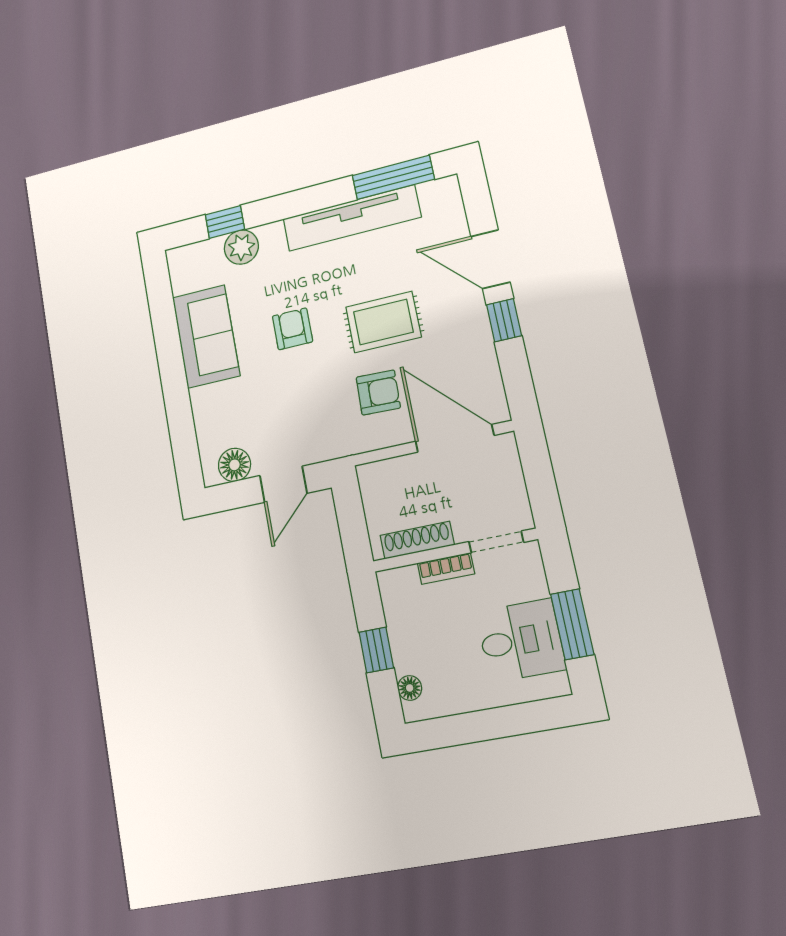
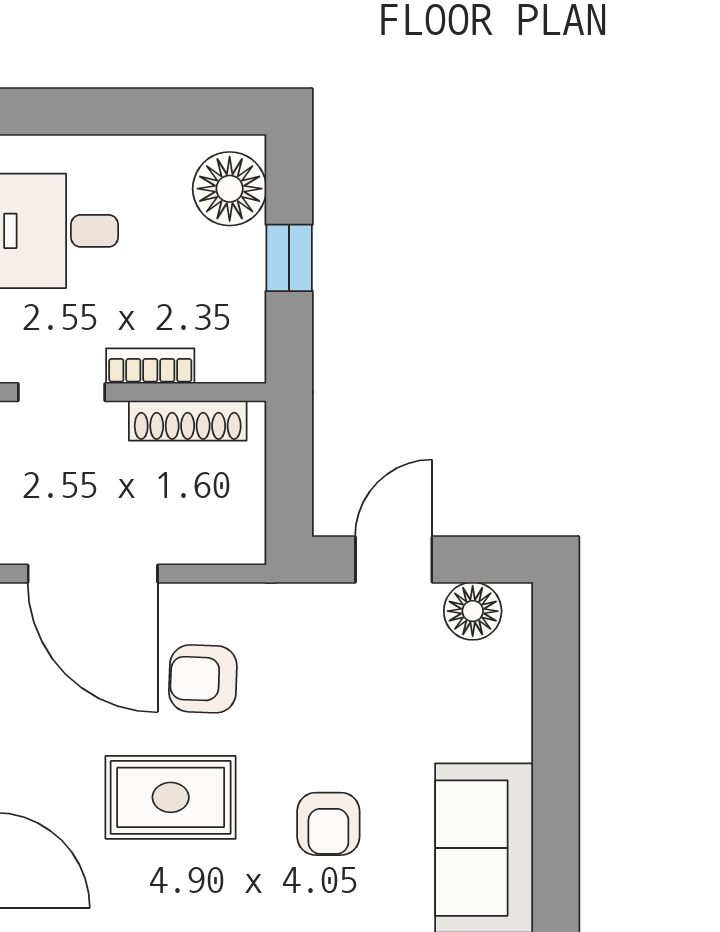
floor lamp: (410, 688) -> (230, 189), width x1.89, depth x1.89

